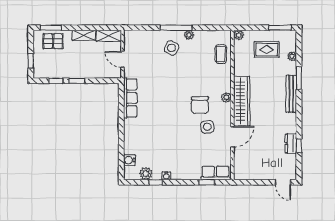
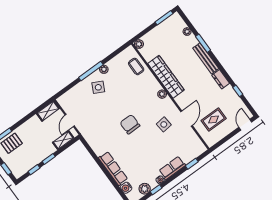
shelving: (84, 35) -> (63, 140), moved
rug: (267, 49) -> (214, 120), moved
door: (123, 59) -> (70, 121), hinge flipped
row of seats: (130, 98) -> (113, 168), moved
wardrobe: (242, 101) -> (166, 77), moved
chair: (200, 105) -> (130, 124), moved, turned 180
dresser: (291, 143) -> (221, 79), moved
row of seats: (215, 173) -> (172, 168), moved
door: (283, 182) -> (245, 125), swing flipped

